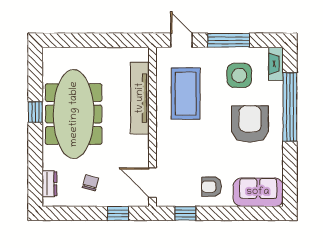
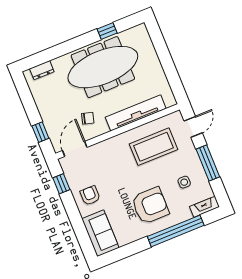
side table: (239, 75) -> (184, 182), width x0.54, depth x0.54
window: (35, 112) -> (107, 31), moved
chair: (91, 183) -> (88, 118), moved

